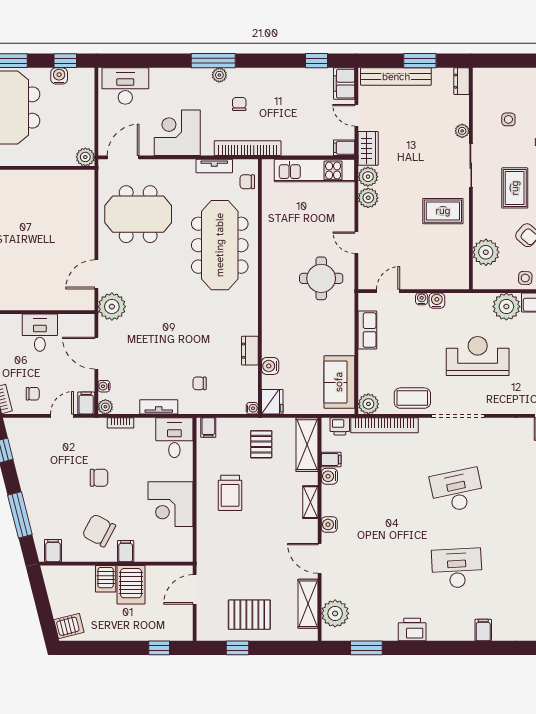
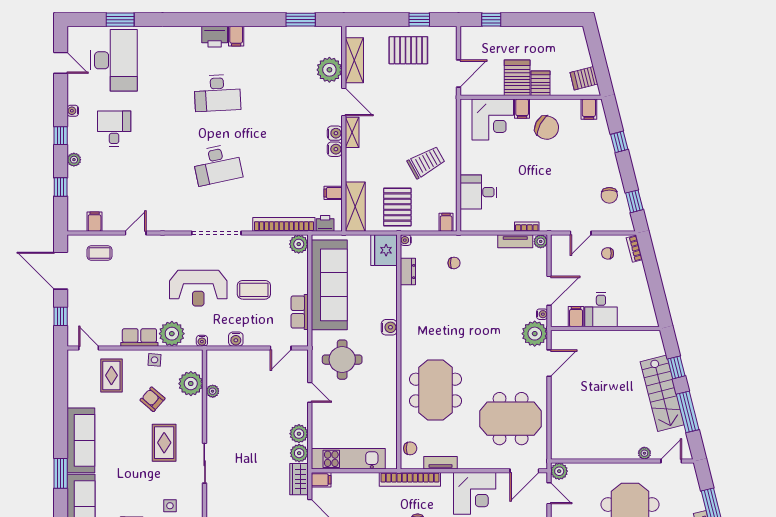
plant: (462, 131) -> (213, 391), moved
door: (96, 133) -> (549, 493), added
rug: (443, 211) -> (230, 421), removed
meeting table: (220, 245) -> (435, 390), width x0.73
water cooler: (422, 299) -> (202, 341), moved
dresser: (250, 351) -> (408, 272), moved
door: (96, 353) -> (549, 291), hinge flipped
water cooler: (270, 366) -> (389, 327), moved
sofa: (339, 382) -> (329, 285), width x1.85, depth x1.27
water cooler: (104, 386) -> (542, 314), moved
coffee table: (412, 398) -> (254, 290), moved
fridge: (272, 402) -> (384, 250), width x1.36, depth x1.34
filing cabinet: (86, 403) -> (576, 317), moved, turned 180
tv unit: (159, 407) -> (515, 241), moved
desk: (174, 438) -> (479, 192), moved, turned 90
pallet: (261, 444) -> (397, 207), width x1.50, depth x1.42
water cooler: (329, 476) -> (335, 149), moved
chair: (99, 478) -> (609, 195), moved, turned -90
trolley: (230, 493) -> (426, 162), turned 61
shelving: (310, 502) -> (352, 132), moved
corner desk: (171, 504) -> (493, 119), moved, turned 90
window: (20, 515) -> (619, 142), width x0.46
plant: (335, 613) -> (329, 70), moved
server rack: (69, 626) -> (584, 78), moved
printer: (412, 630) -> (215, 37), moved
filing cabinet: (483, 630) -> (236, 36), moved

